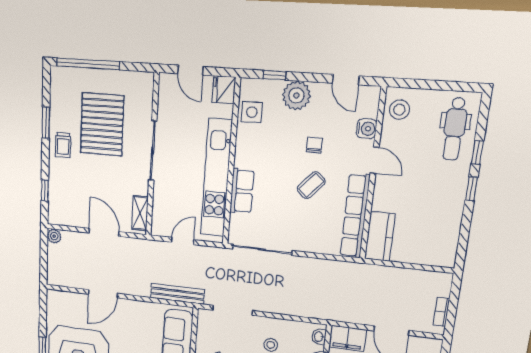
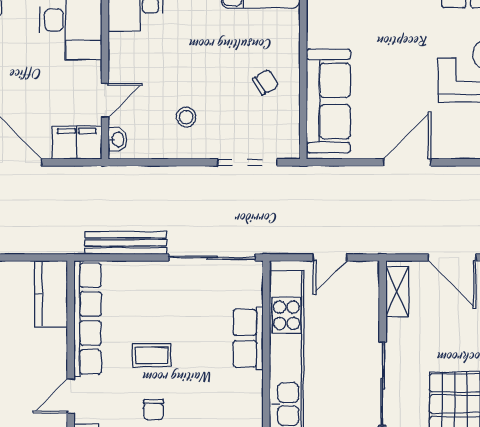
door: (375, 160) -> (71, 396), hinge flipped
coffee table: (311, 185) -> (152, 355), turned 48
door: (103, 294) -> (407, 162), moved
bench: (177, 294) -> (126, 243), moved

